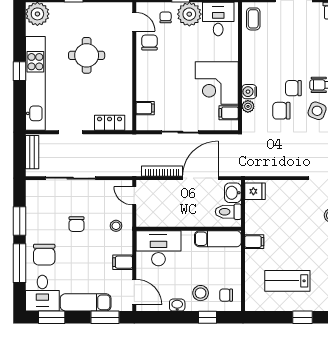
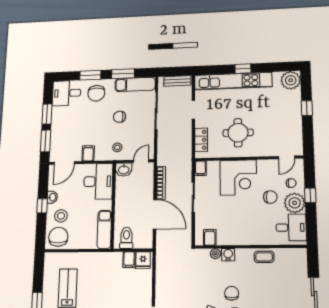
coffee table: (253, 19) -> (264, 257), moved
chair: (149, 42) -> (270, 197), moved
round table: (87, 55) -> (238, 133), moved
corner desk: (217, 83) -> (238, 177), moved, turned 180
filing cabinet: (145, 108) -> (200, 168), moved
chair: (281, 111) -> (212, 283), removed
washbasin: (233, 193) -> (124, 170), moved, turned 180
filing cabinet: (254, 242) -> (129, 260), moved
chair: (44, 255) -> (96, 93), turned -90
window: (20, 263) -> (90, 75), width x0.69
chair: (226, 295) -> (58, 237), width x1.87, depth x1.87
exam couch: (86, 302) -> (135, 84), moved, turned 90
window: (52, 317) -> (47, 114), moved
window: (207, 317) -> (42, 206), moved

